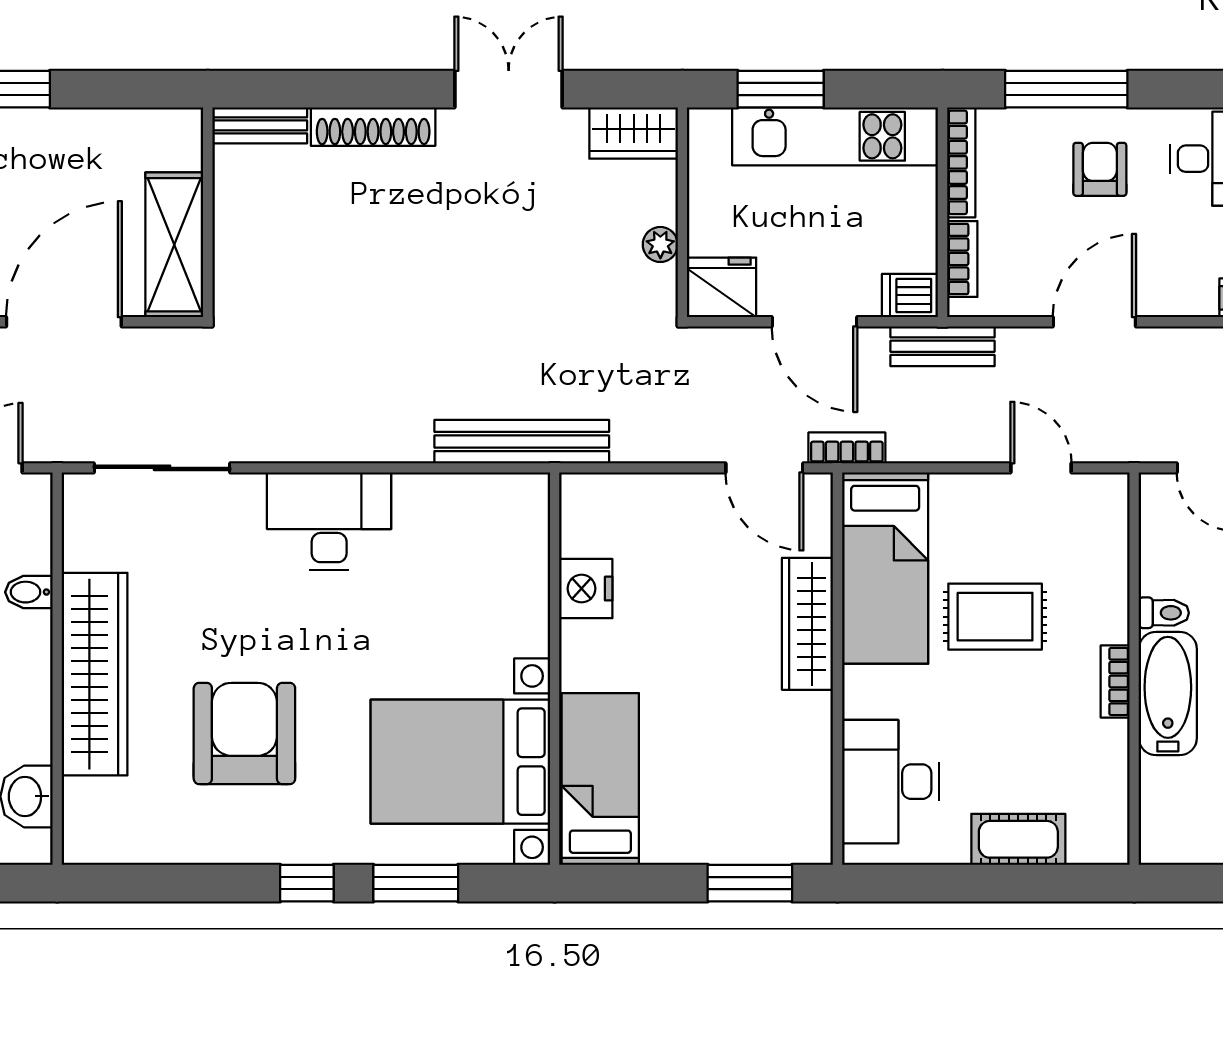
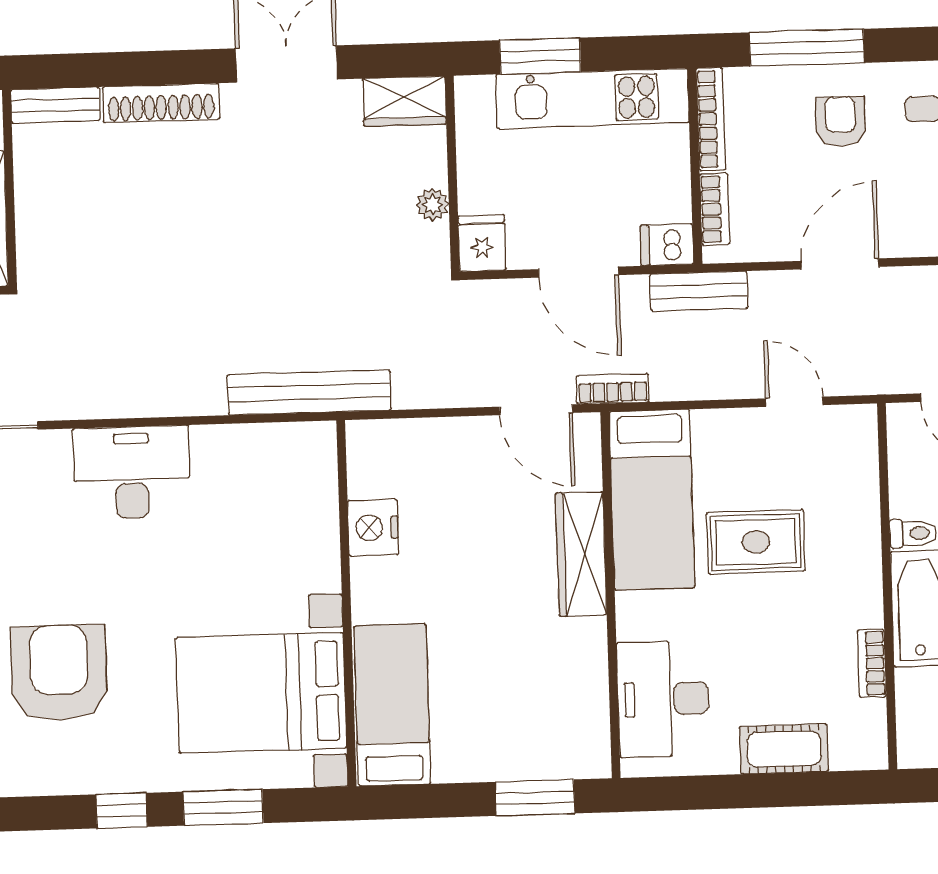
fridge: (722, 287) -> (482, 243), width x0.72
bookcase: (1115, 682) -> (872, 663), moved

